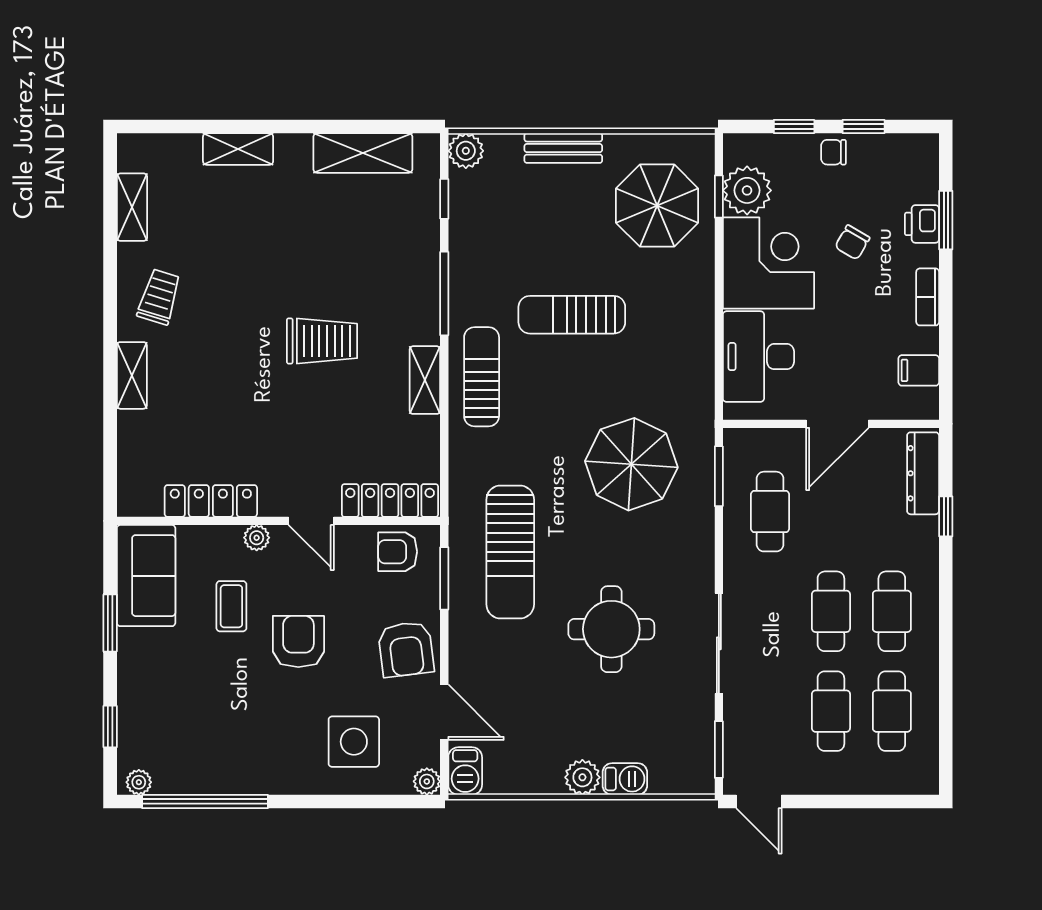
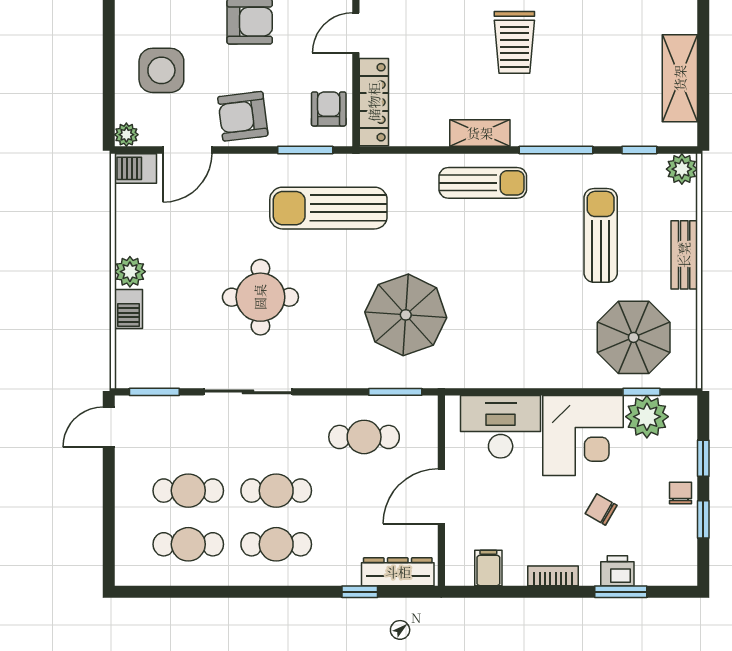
sun lounger: (572, 315) -> (601, 235), moved
door: (837, 424) -> (441, 496), hinge flipped

